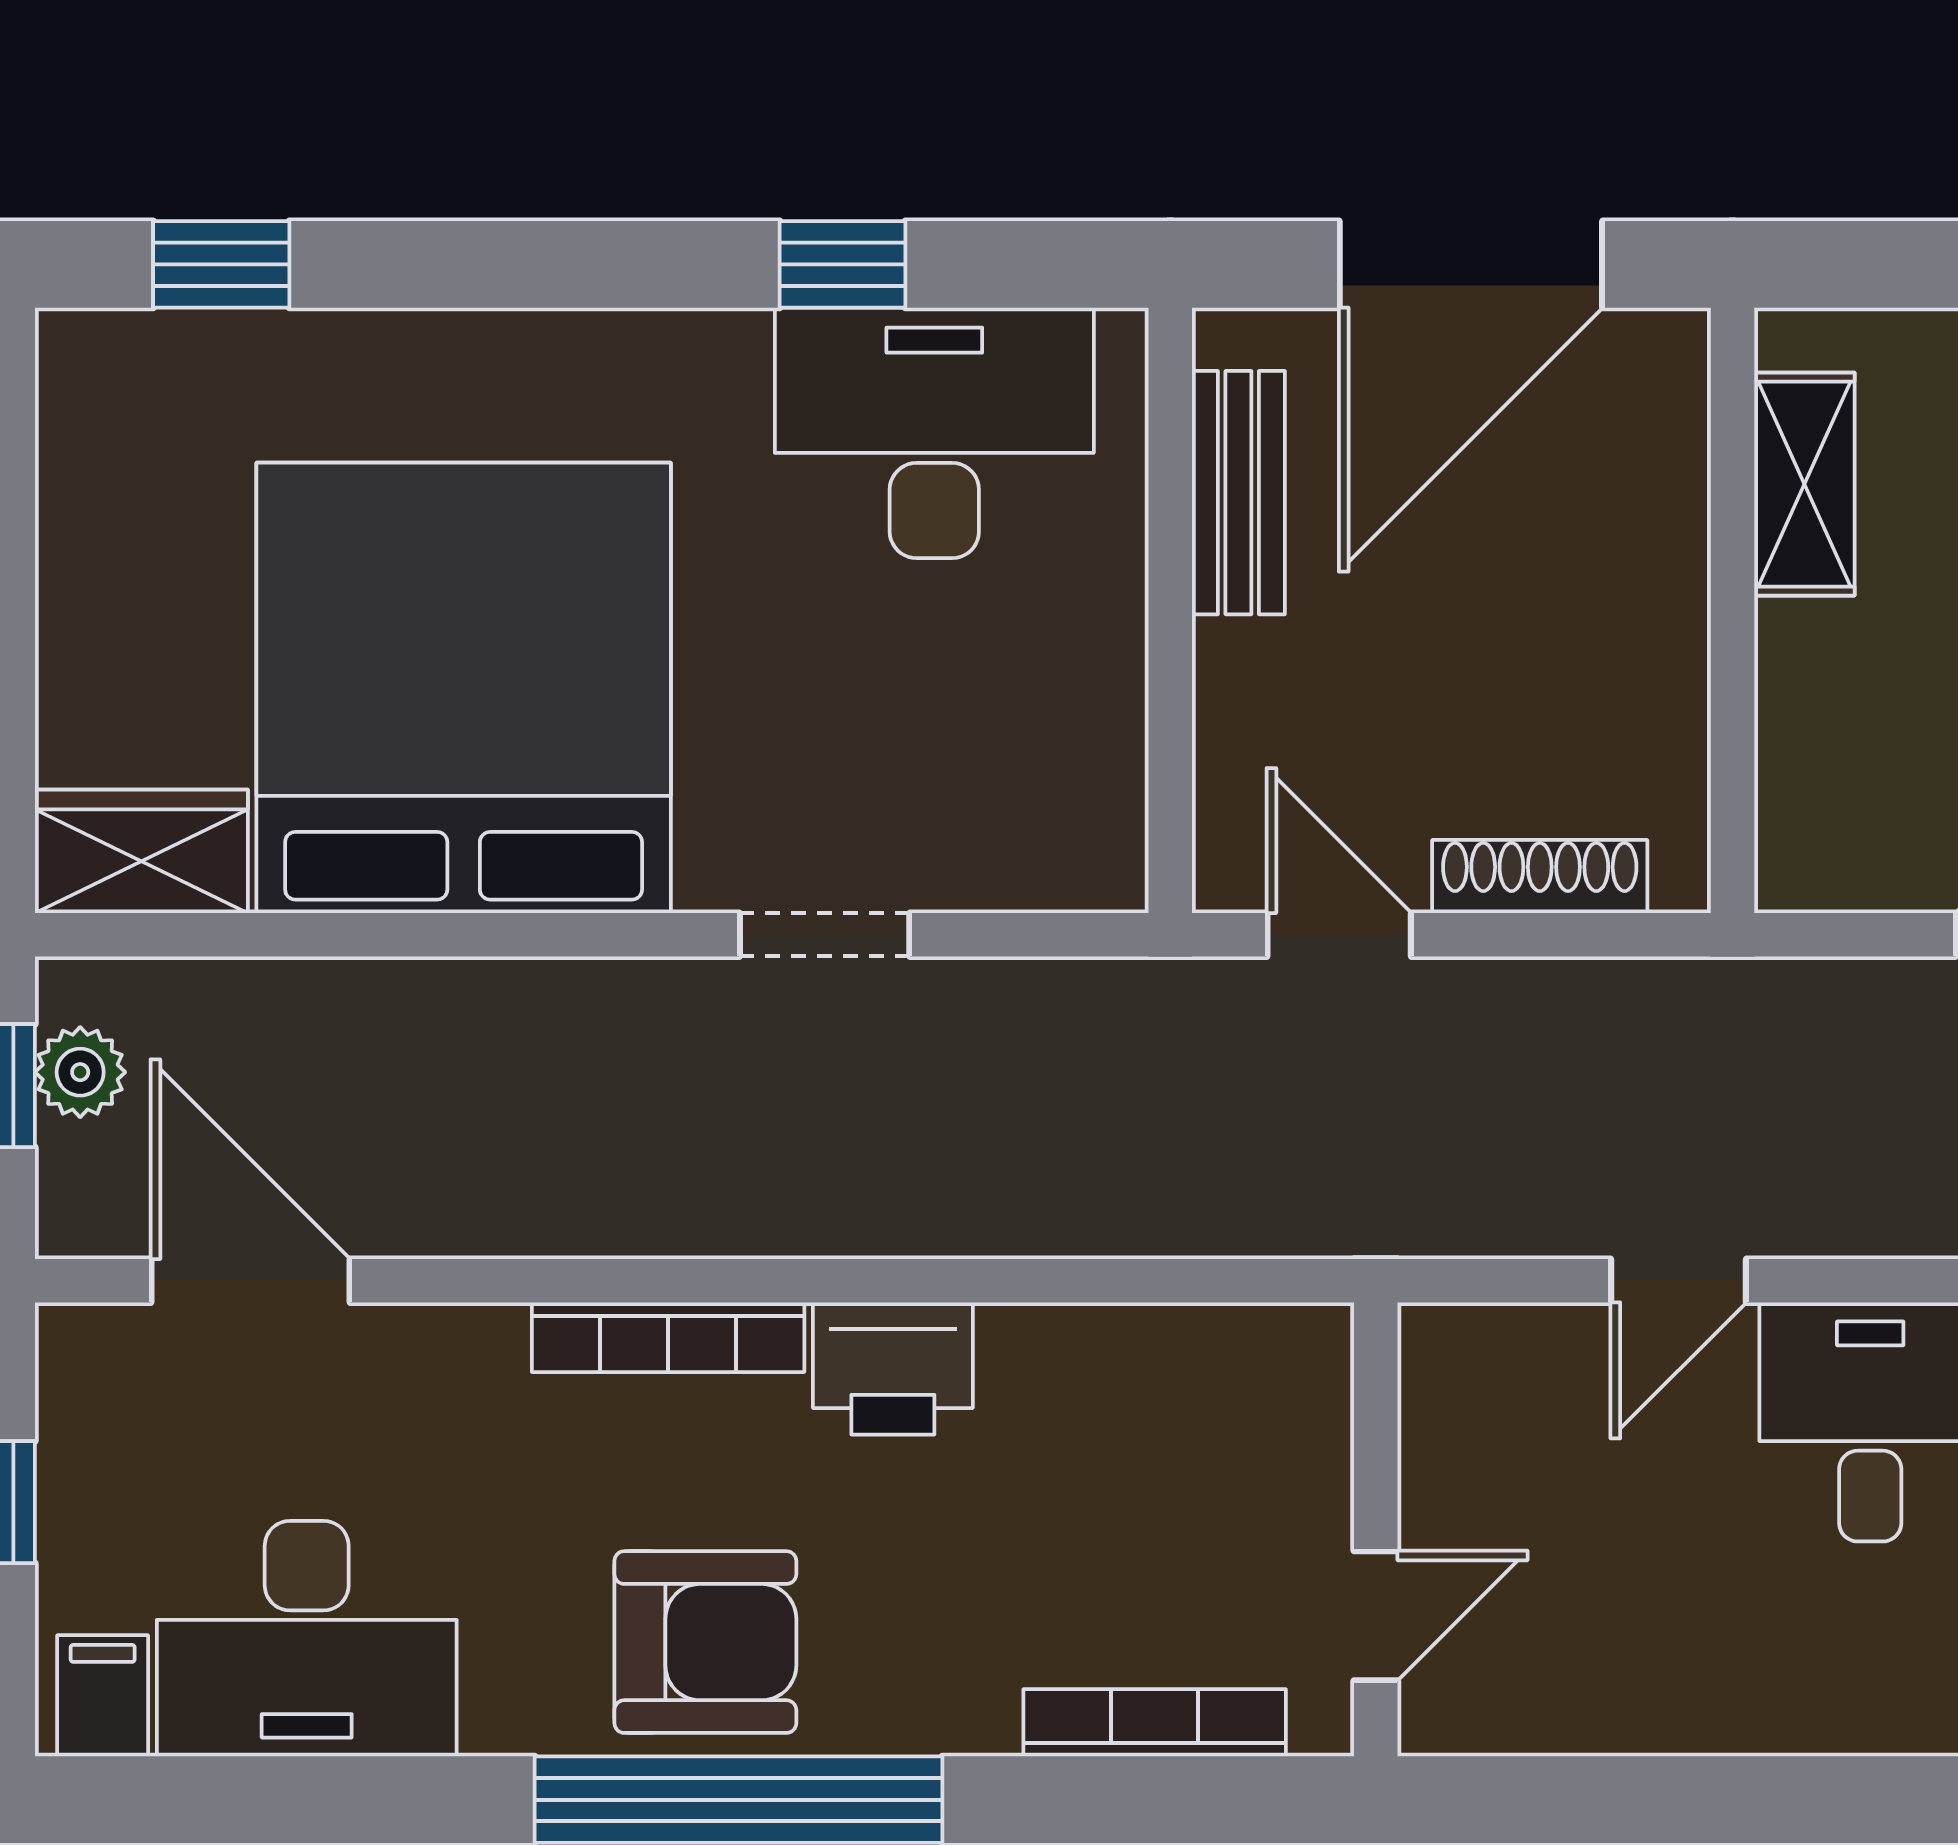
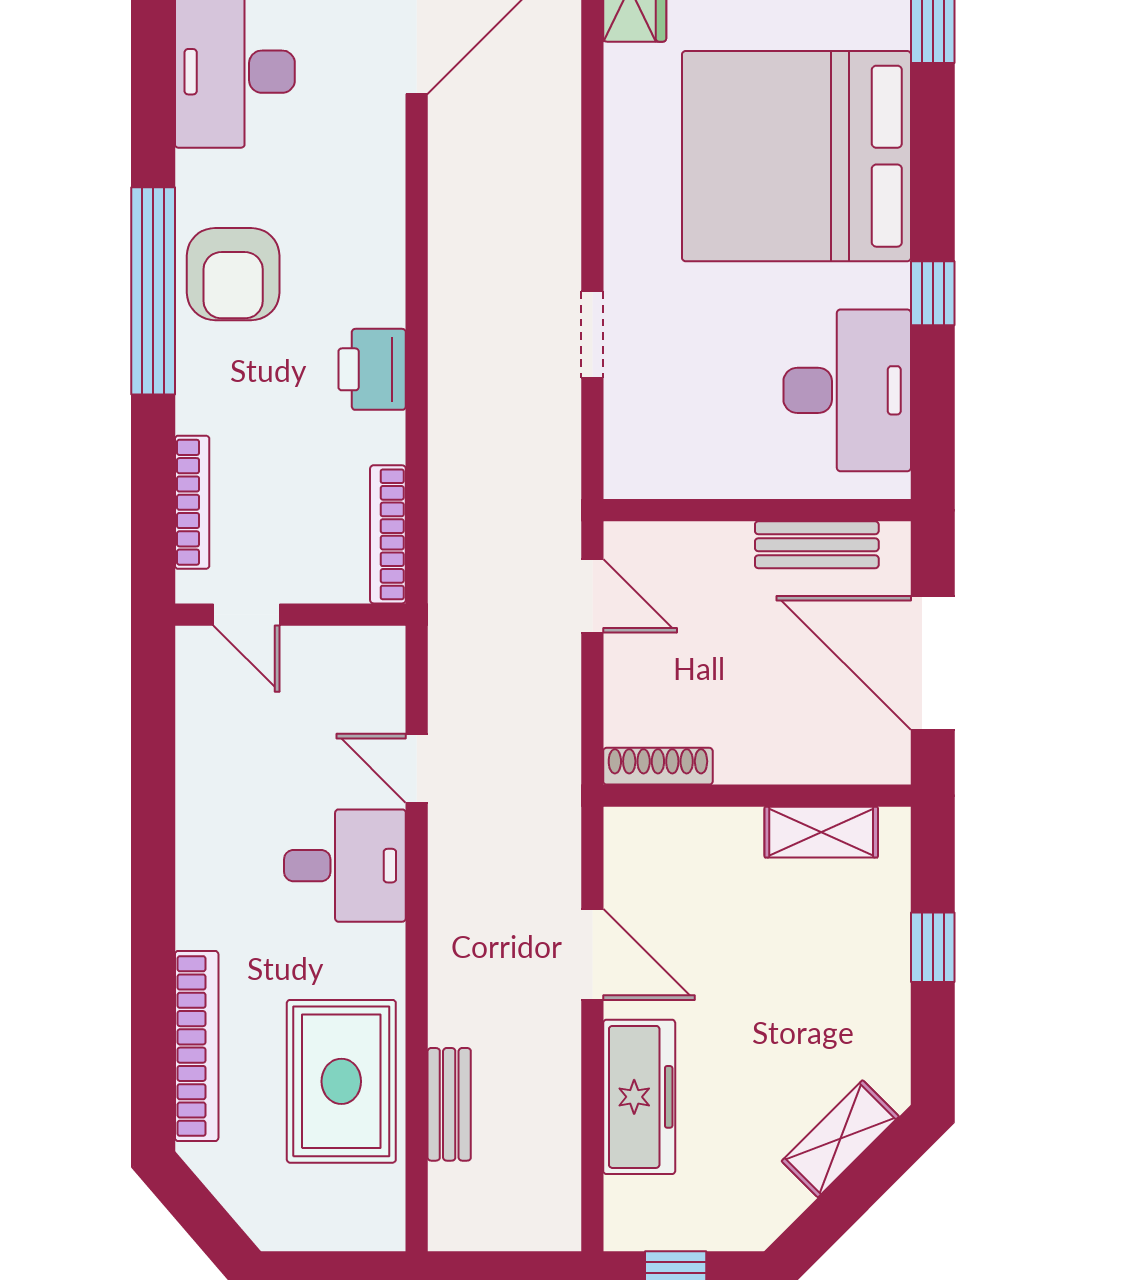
window: (842, 264) -> (933, 293), moved
bed: (464, 688) -> (796, 156), moved, turned 180
shoe rack: (1540, 876) -> (658, 766), moved, turned -90
door: (1339, 935) -> (592, 596), hinge flipped
bookcase: (668, 1337) -> (388, 534), moved

